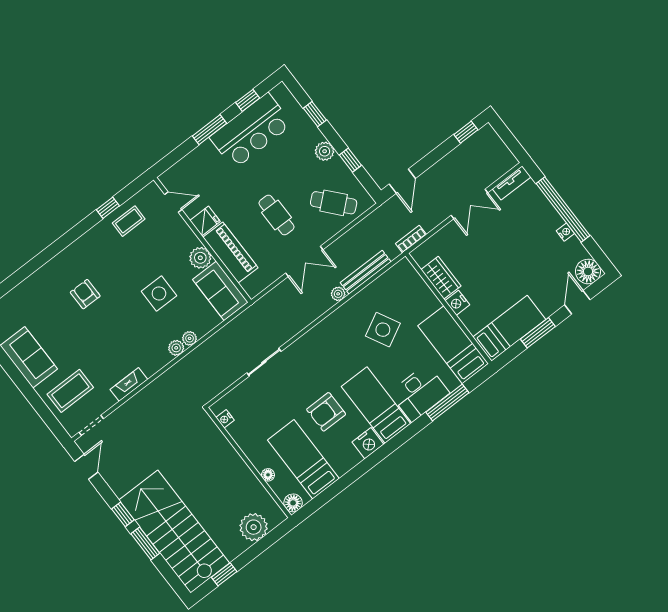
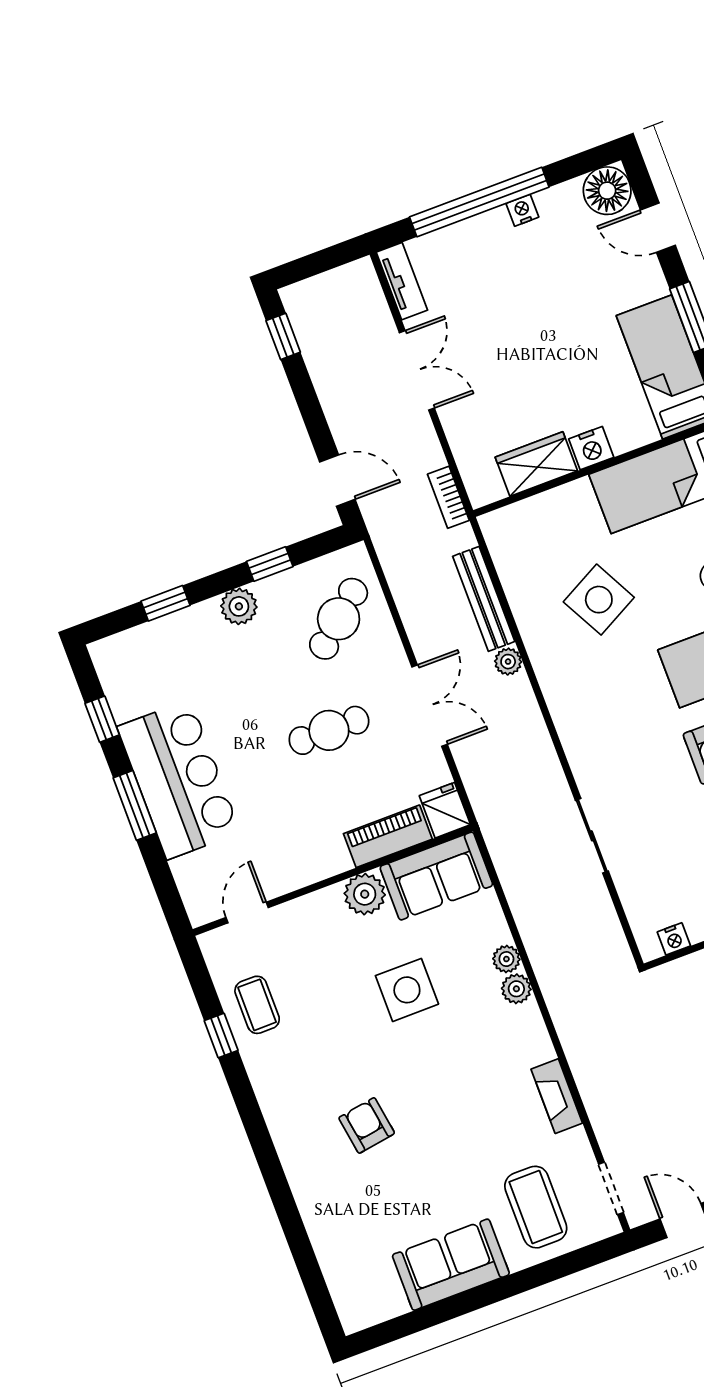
bar counter: (251, 131) -> (179, 780), moved
fridge: (205, 221) -> (445, 810), moved
piano: (230, 252) -> (388, 836), width x0.73, depth x0.75
armchair: (85, 294) -> (367, 1125), turned 81

